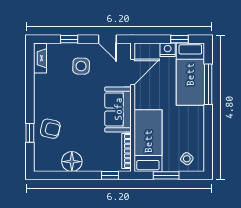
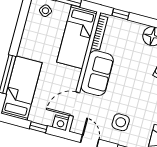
window: (180, 39) -> (38, 127), moved
nightstand: (168, 50) -> (61, 123), moved

